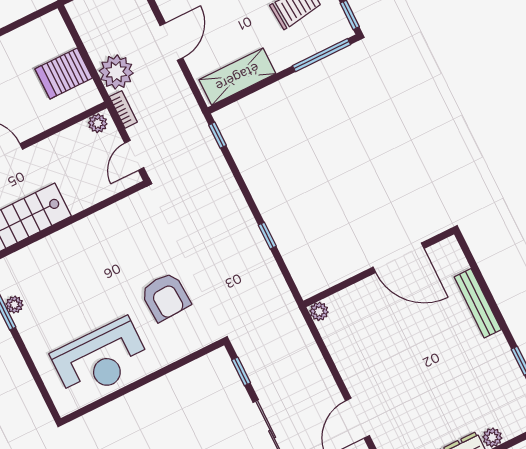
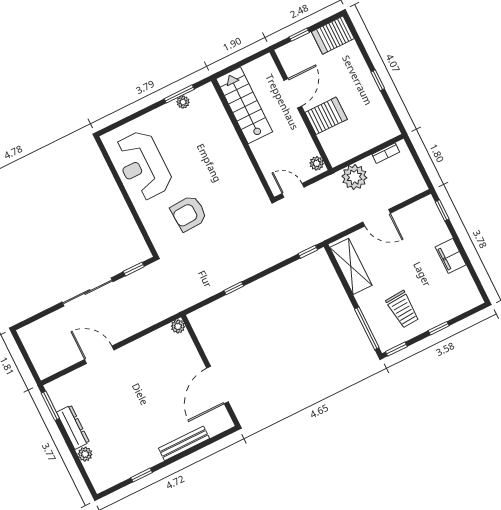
server rack: (64, 73) -> (326, 116), moved, turned 90
bookcase: (123, 109) -> (386, 153), moved

